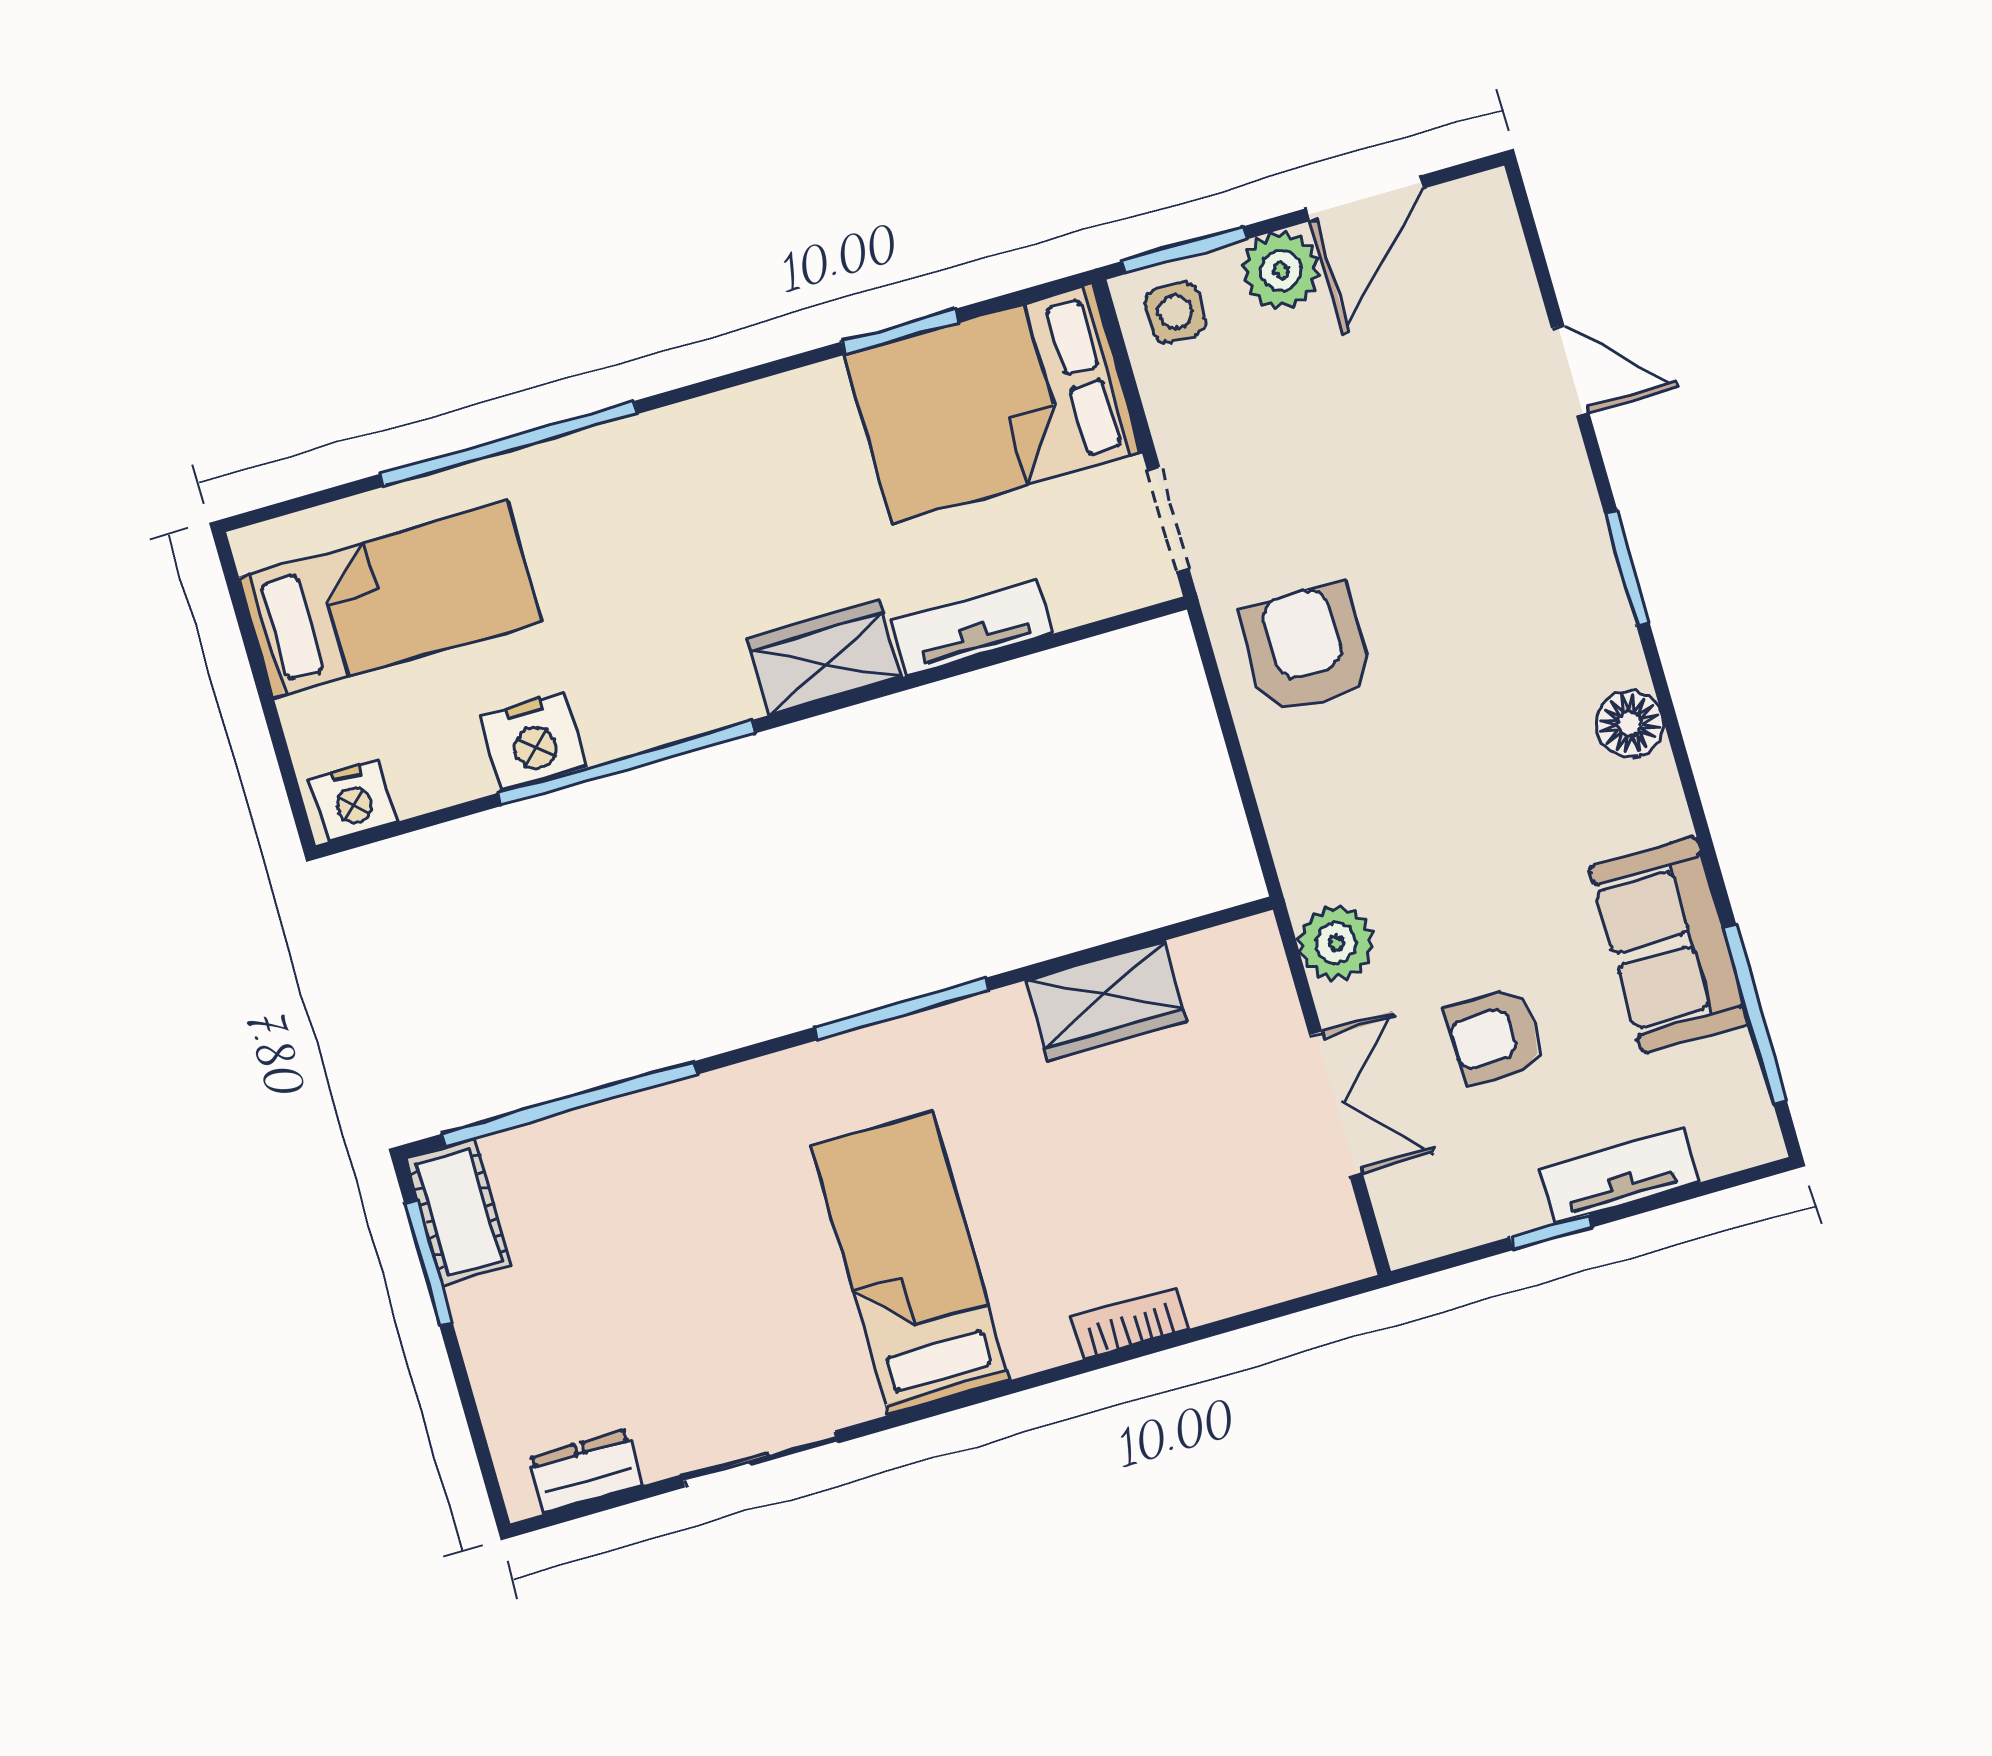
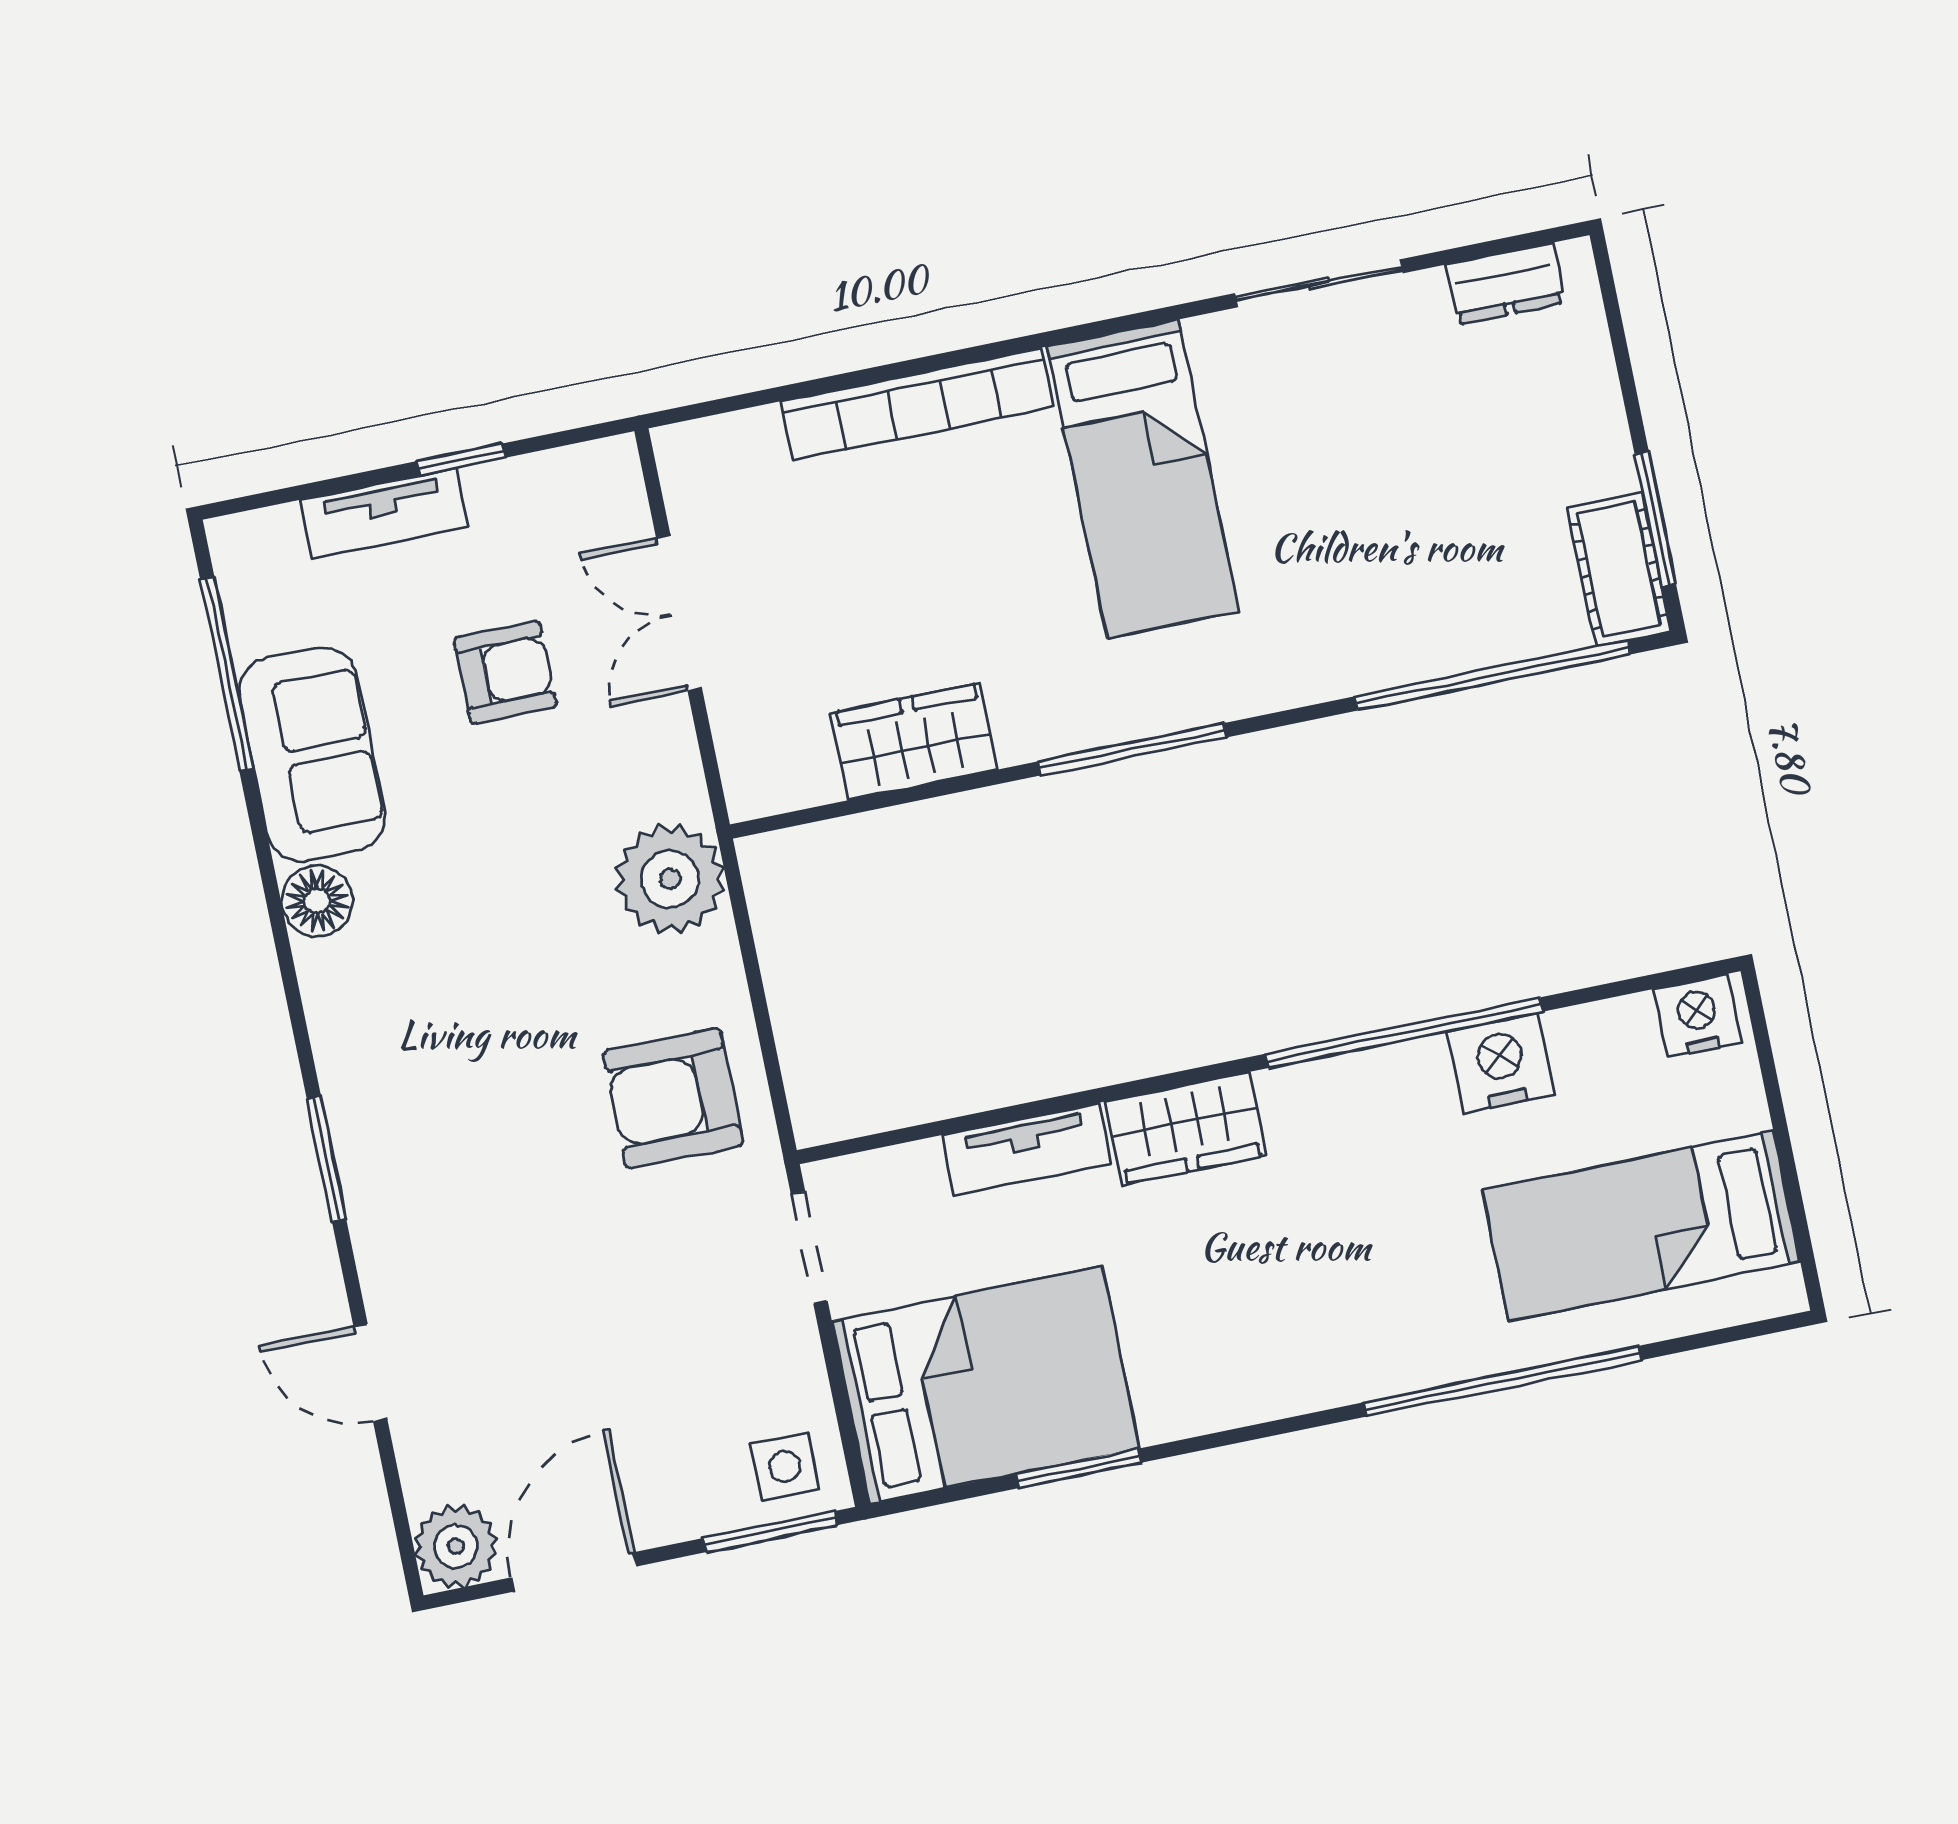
plant: (1281, 270) -> (456, 1546), moved
armchair: (1306, 649) -> (673, 1098), turned 90
floor lamp: (1630, 724) -> (317, 901), moved
plant: (1336, 943) -> (670, 879), moved, width x1.36, depth x1.36
bookcase: (1130, 1323) -> (917, 404), width x2.31, depth x1.31

